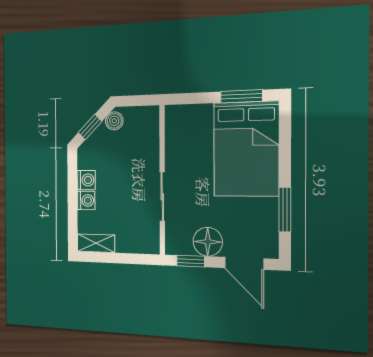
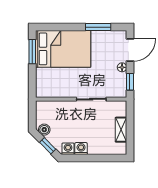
washing machine: (86, 200) -> (68, 149), moved
floor lamp: (208, 242) -> (122, 67), width x0.53, depth x0.53
shelving: (96, 243) -> (121, 130), moved

